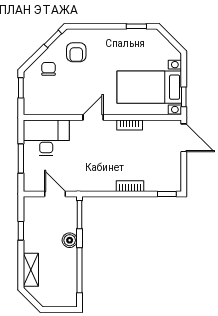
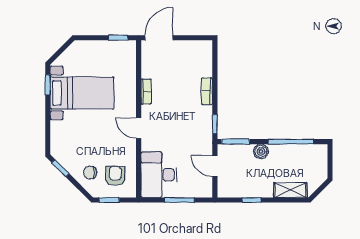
armchair: (76, 52) -> (115, 176), moved, turned -90
bed with nightstands: (149, 87) -> (82, 93), moved, turned -90
door: (55, 194) -> (215, 166), hinge flipped
window: (167, 194) -> (215, 124), moved

